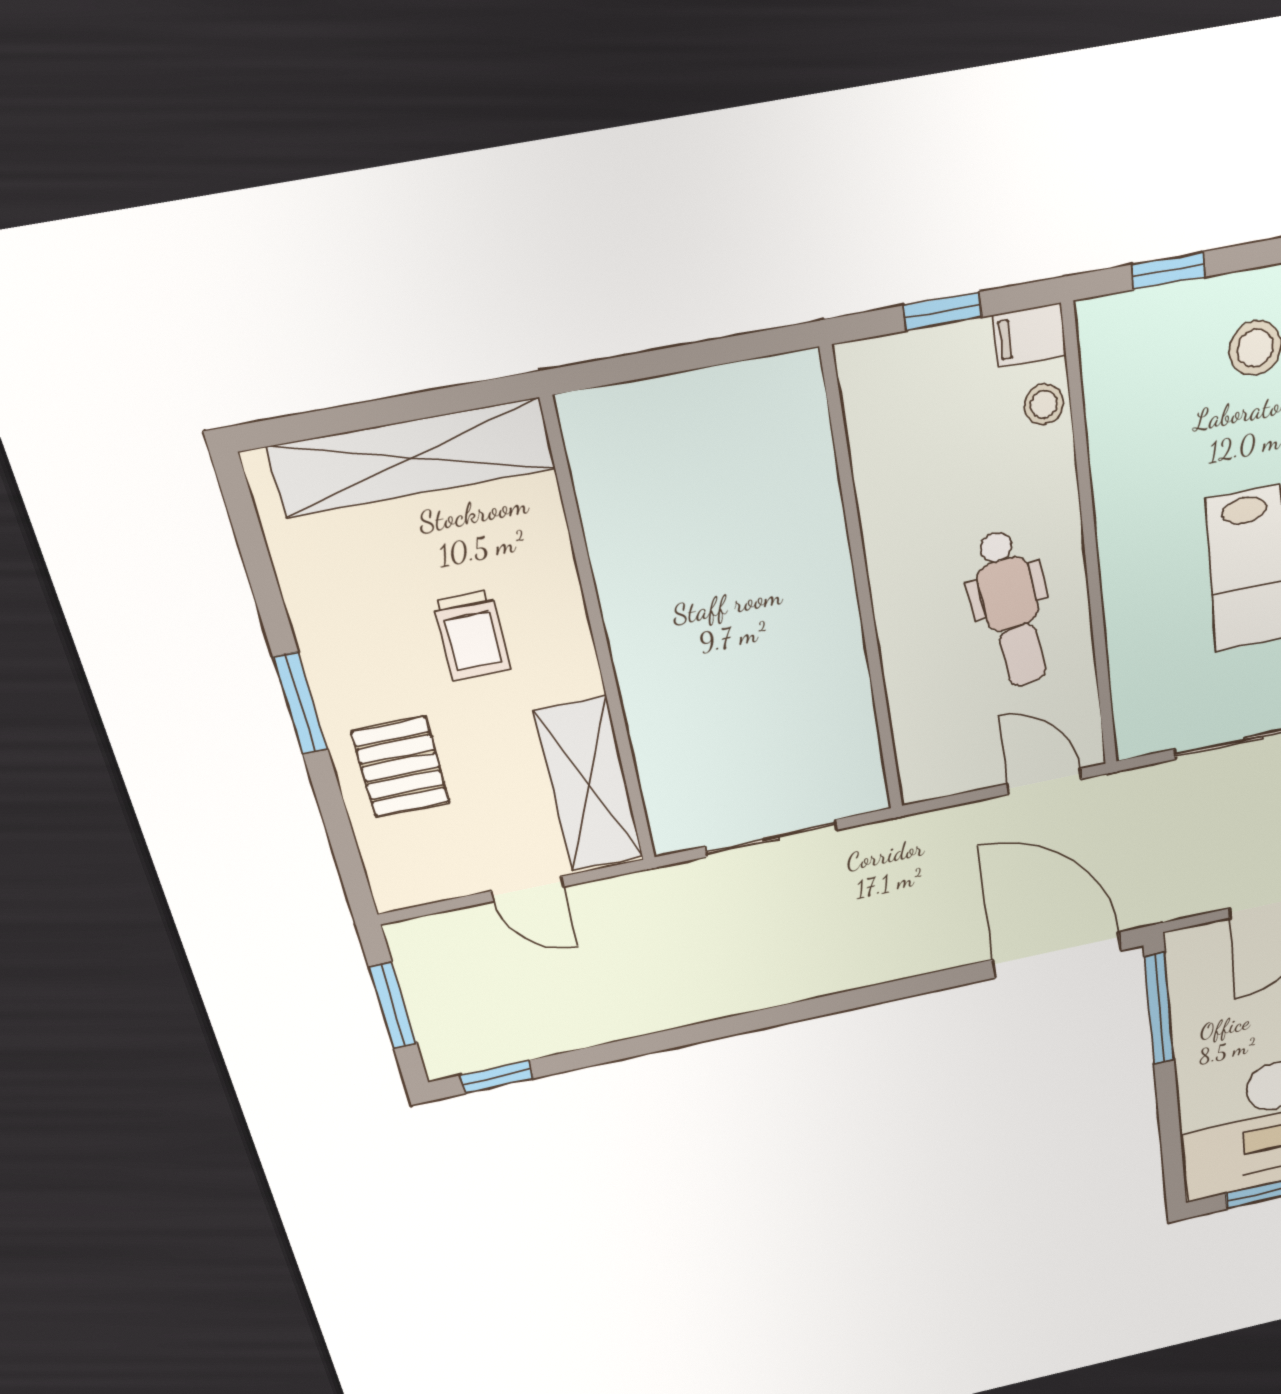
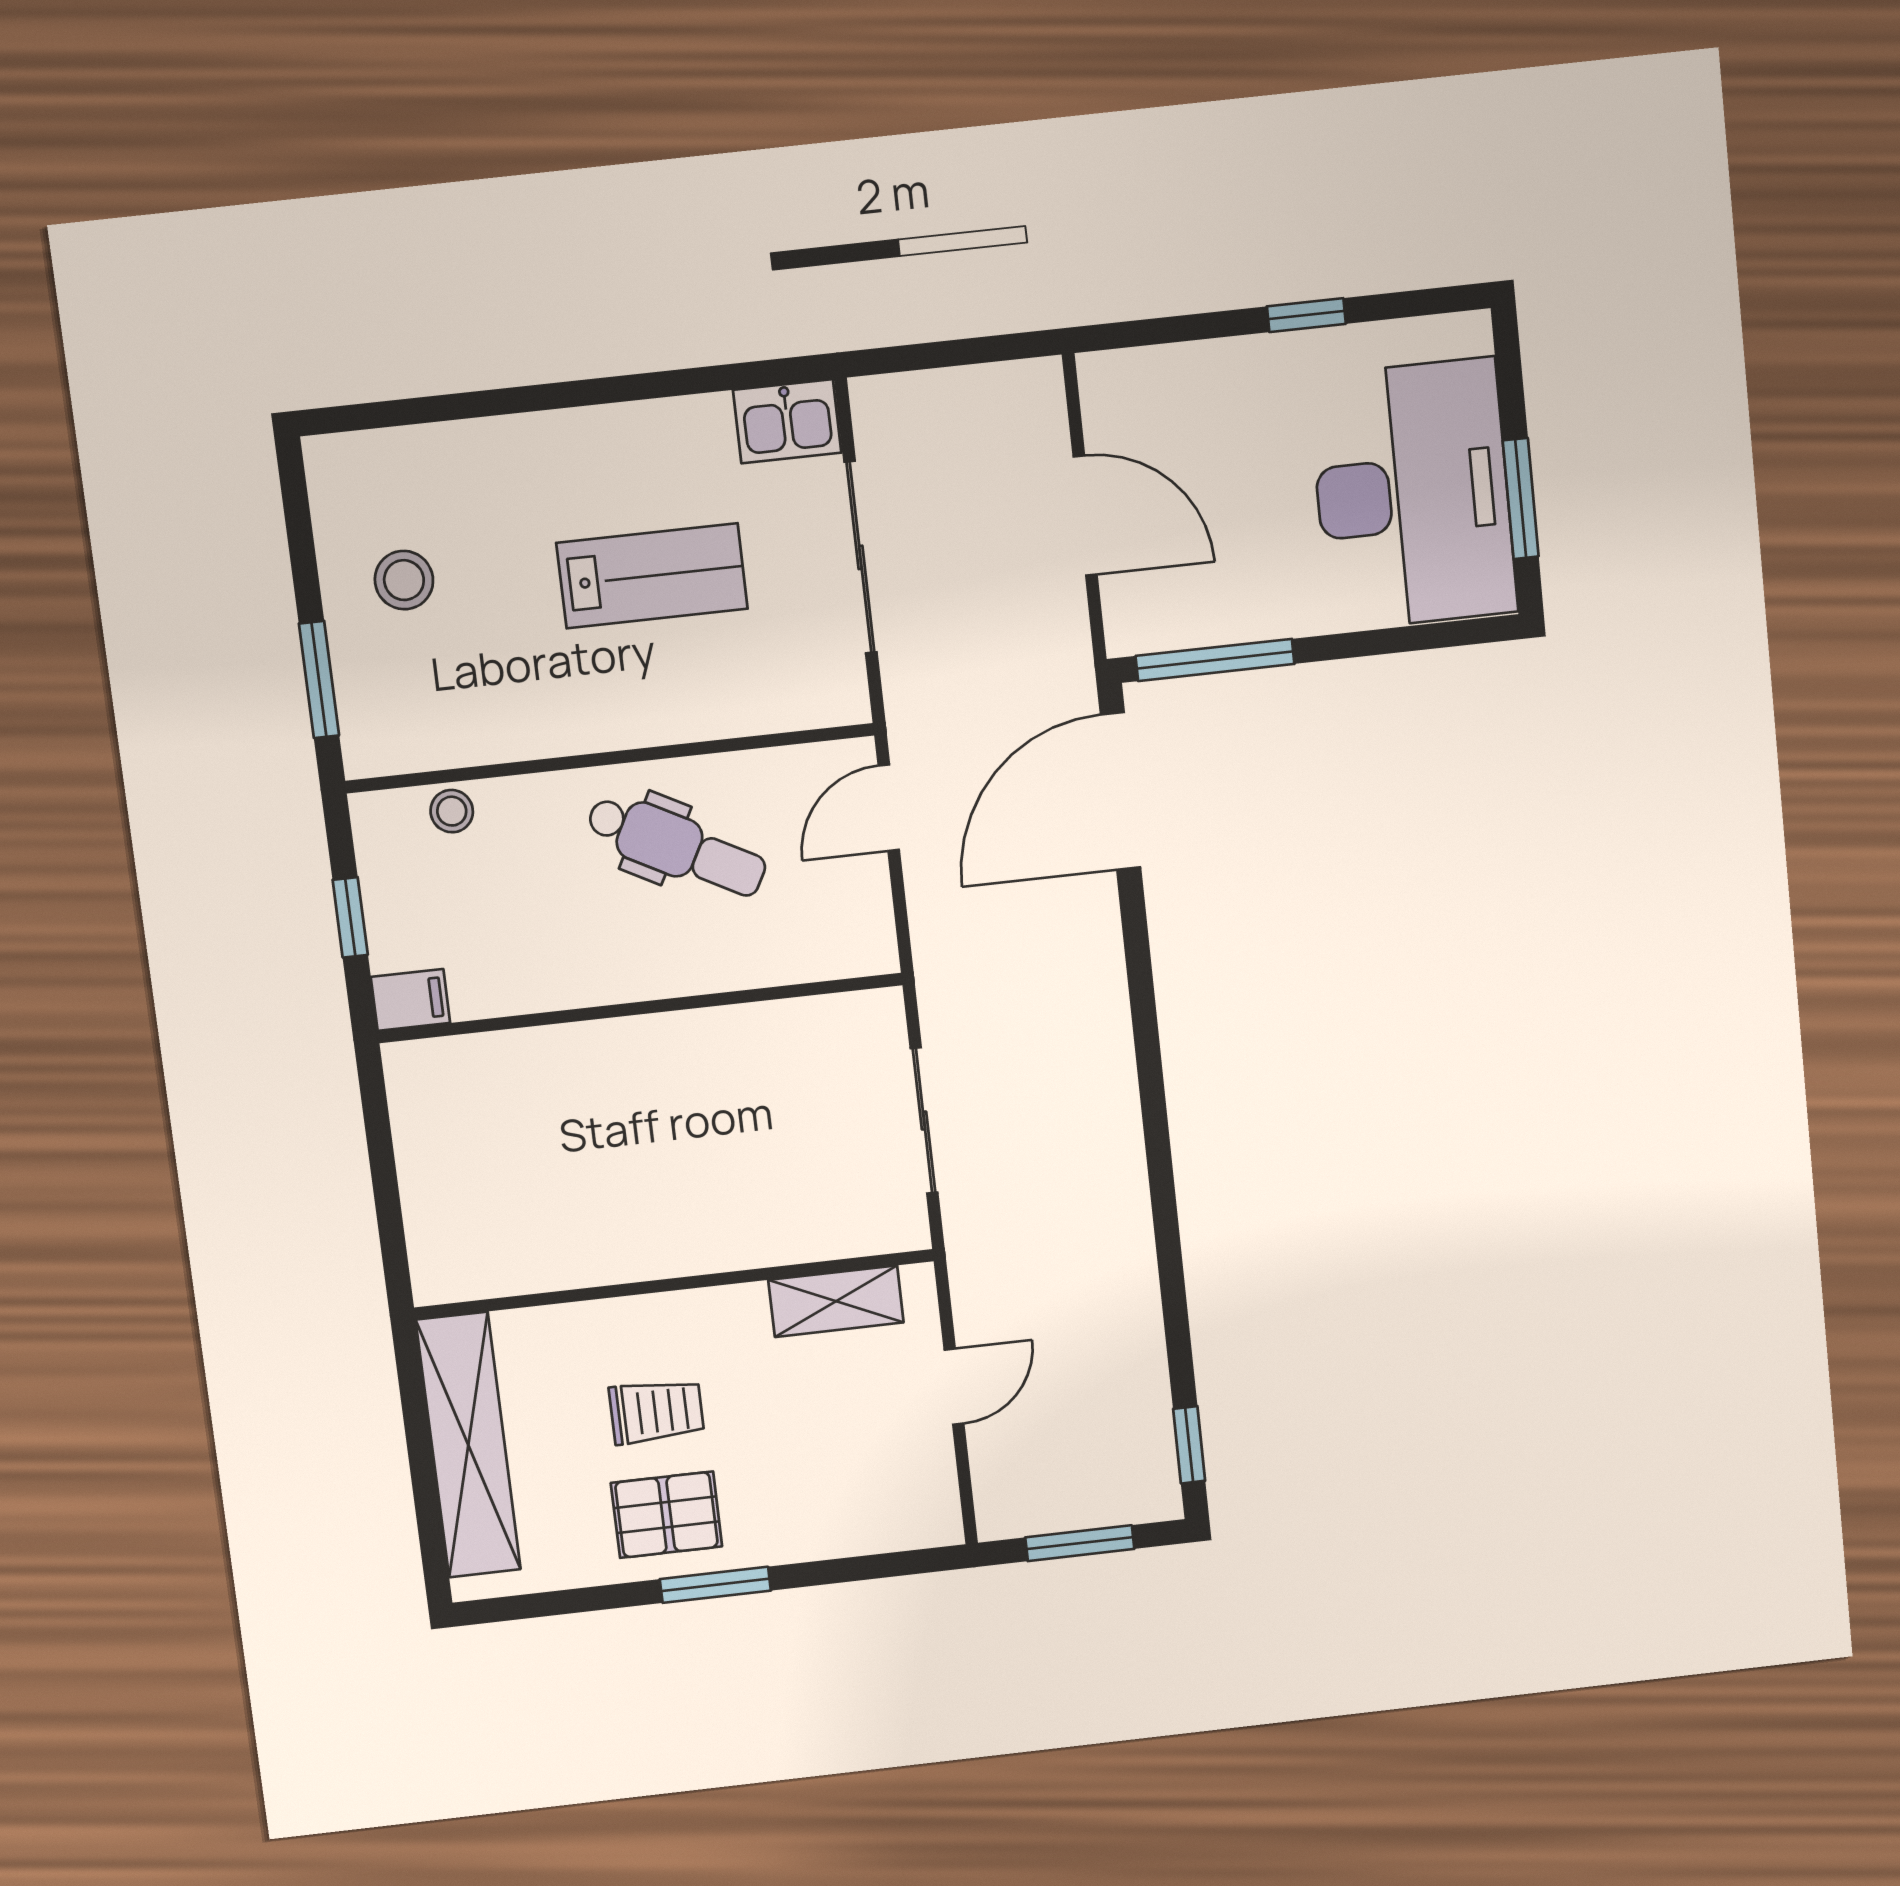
window: (1168, 271) -> (319, 680), width x1.50
filing cabinet: (1029, 335) -> (410, 1000), moved, turned -90
dental chair: (1011, 609) -> (676, 846), turned 35
pallet: (401, 767) -> (666, 1515), moved
shelving: (589, 785) -> (836, 1301), width x0.67, depth x0.75

